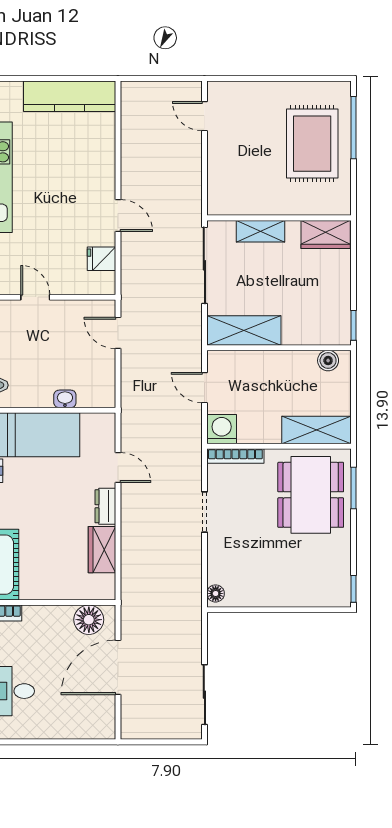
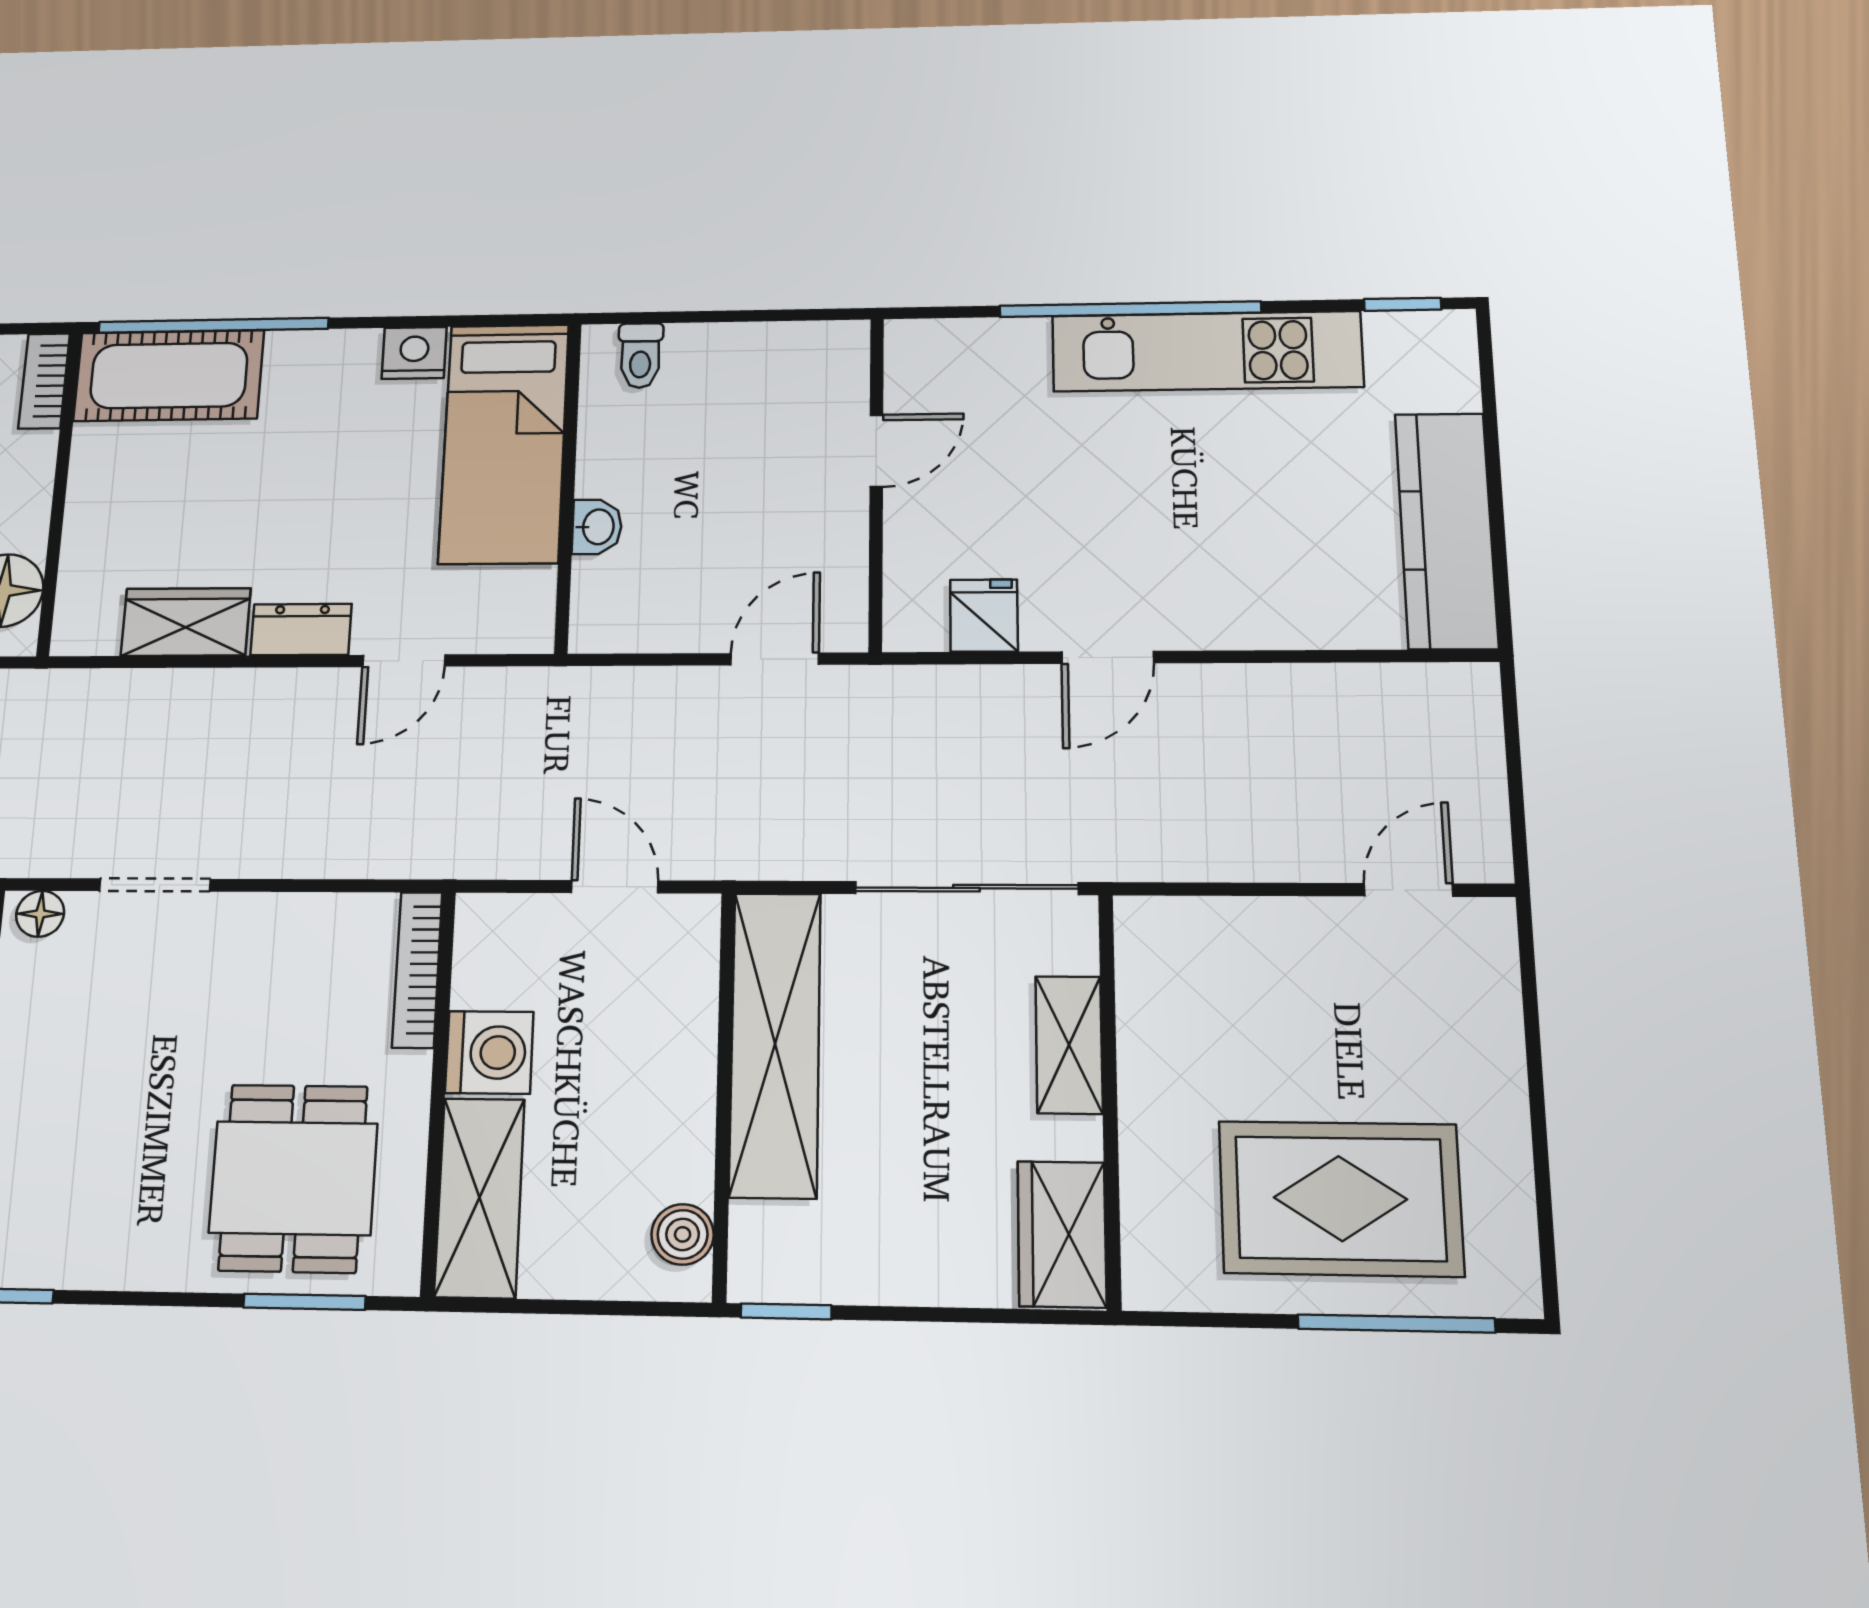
shelving: (244, 331) -> (775, 1044), width x1.47
door: (204, 388) -> (615, 887), hinge flipped
washing machine: (222, 429) -> (489, 1052), moved
dining table: (311, 495) -> (293, 1178), width x0.73
doorway: (204, 512) -> (155, 885), moved

